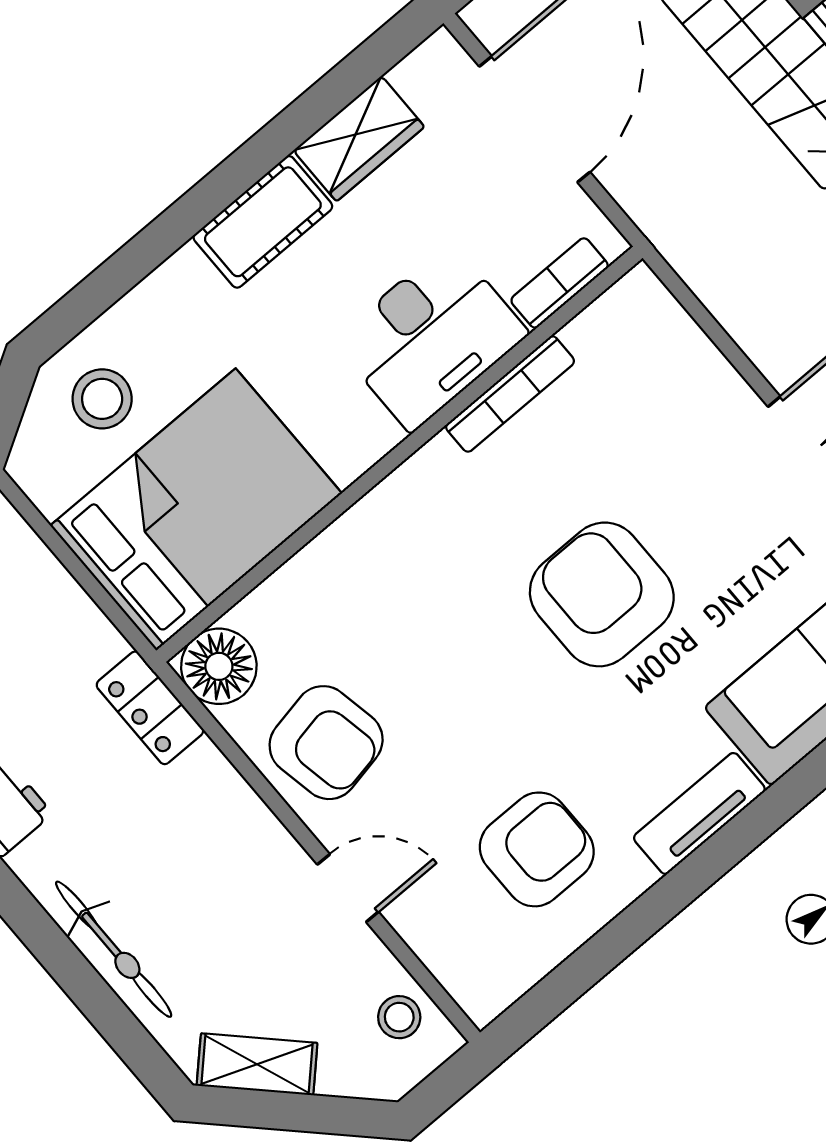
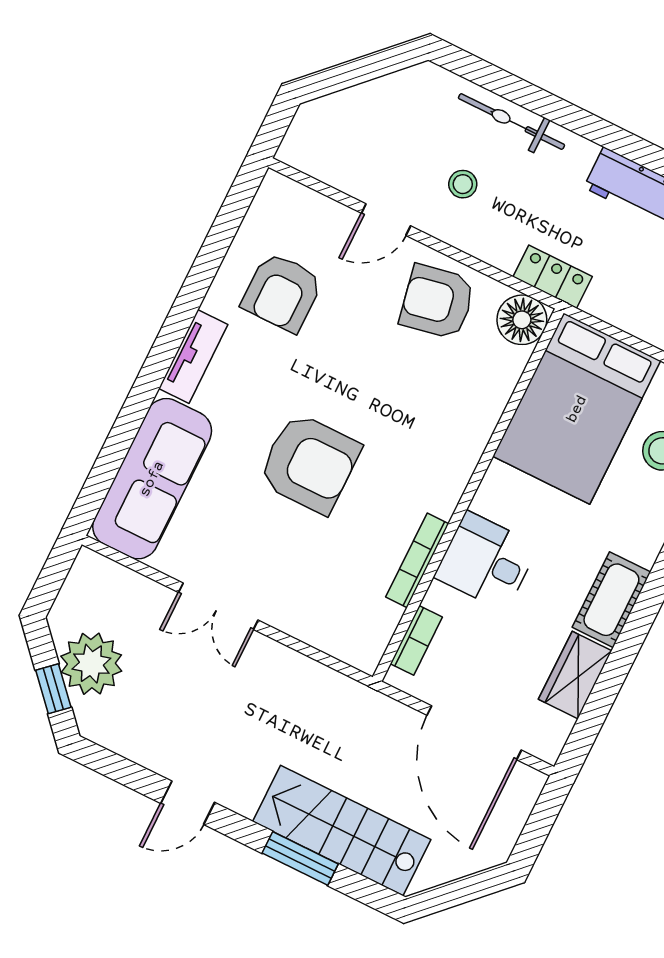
desk: (431, 337) -> (486, 561), width x0.73
stool: (399, 1017) -> (463, 184), moved
shelving: (257, 1064) -> (395, 89), removed

